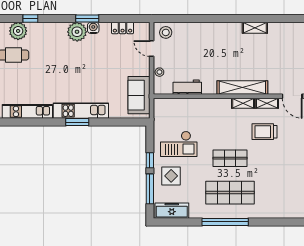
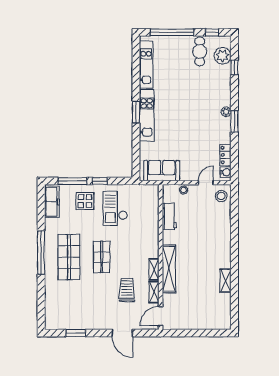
water cooler: (93, 28) -> (226, 172), moved
plant: (77, 32) -> (226, 112), width x0.53, depth x0.53

